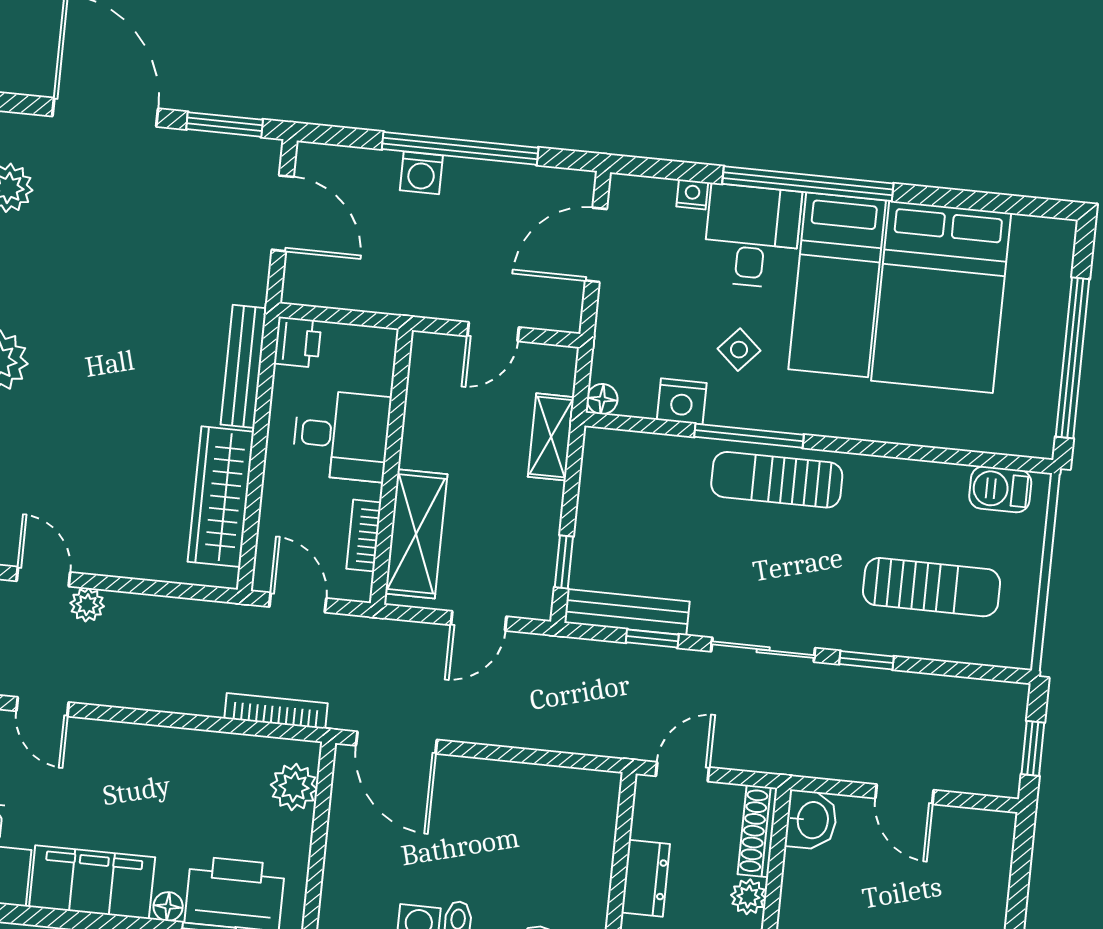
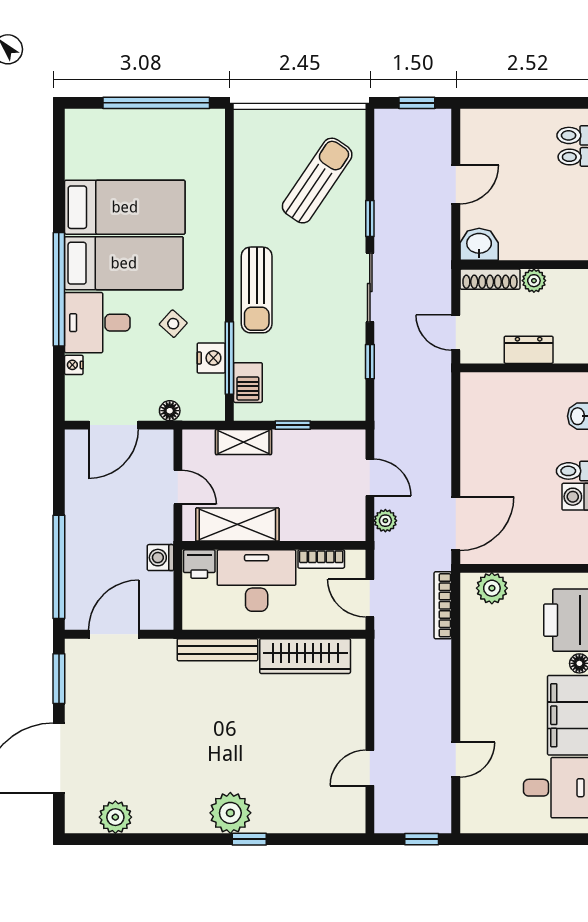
window: (460, 148) -> (59, 567), moved
washing machine: (421, 173) -> (160, 558), moved, turned 180
door: (596, 245) -> (114, 425), hinge flipped
bed: (941, 297) -> (125, 207), width x0.67
printer: (298, 342) -> (199, 564), moved, turned 180
floor lamp: (602, 399) -> (170, 411), moved
desk: (341, 435) -> (257, 581), width x1.37
window: (749, 436) -> (229, 358), moved
barbecue: (1000, 489) -> (248, 383), moved
shelving: (416, 534) -> (237, 525), moved
window: (564, 562) -> (293, 425), moved
sun lounger: (932, 587) -> (317, 181), turned 34
door: (298, 602) -> (370, 598), hinge flipped
plant: (87, 605) -> (385, 521), moved
bench: (627, 612) -> (354, 380), removed

